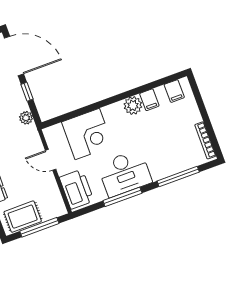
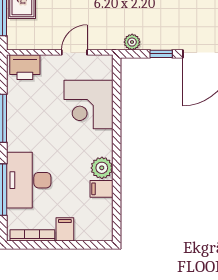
filing cabinet: (174, 91) -> (65, 229), moved, turned 90
desk: (125, 173) -> (29, 180), moved
printer: (77, 189) -> (25, 67), width x0.73, depth x0.84

